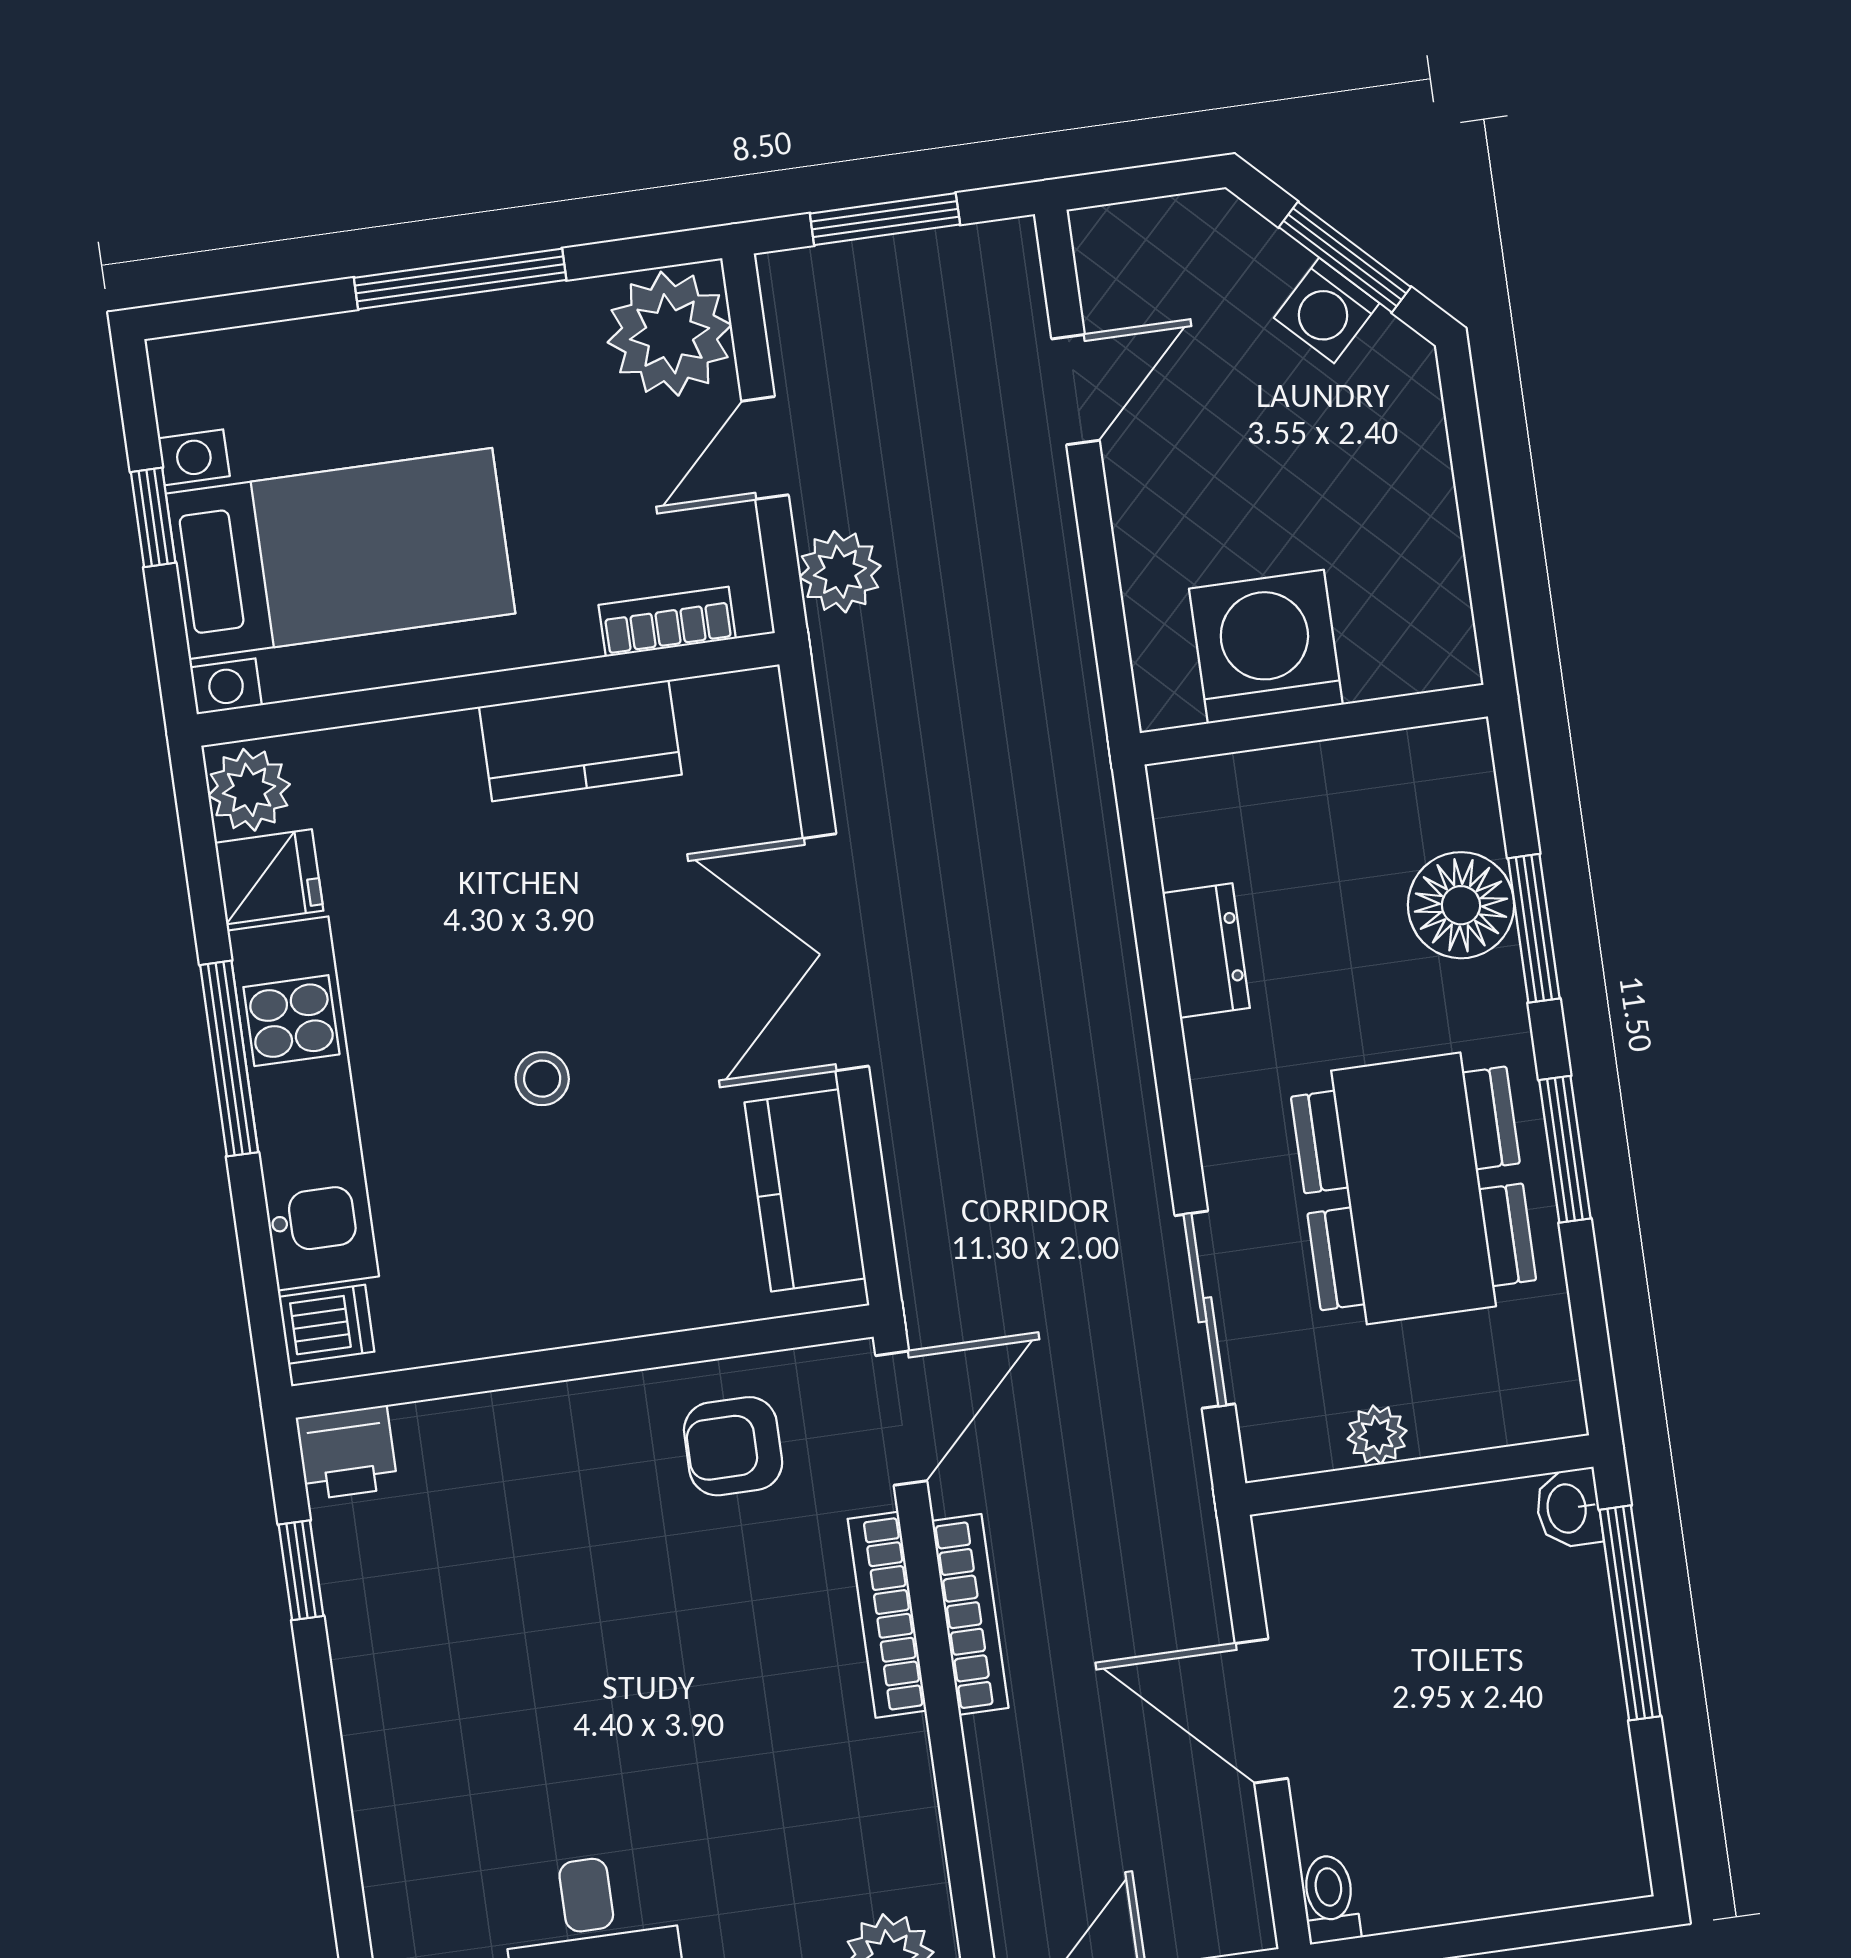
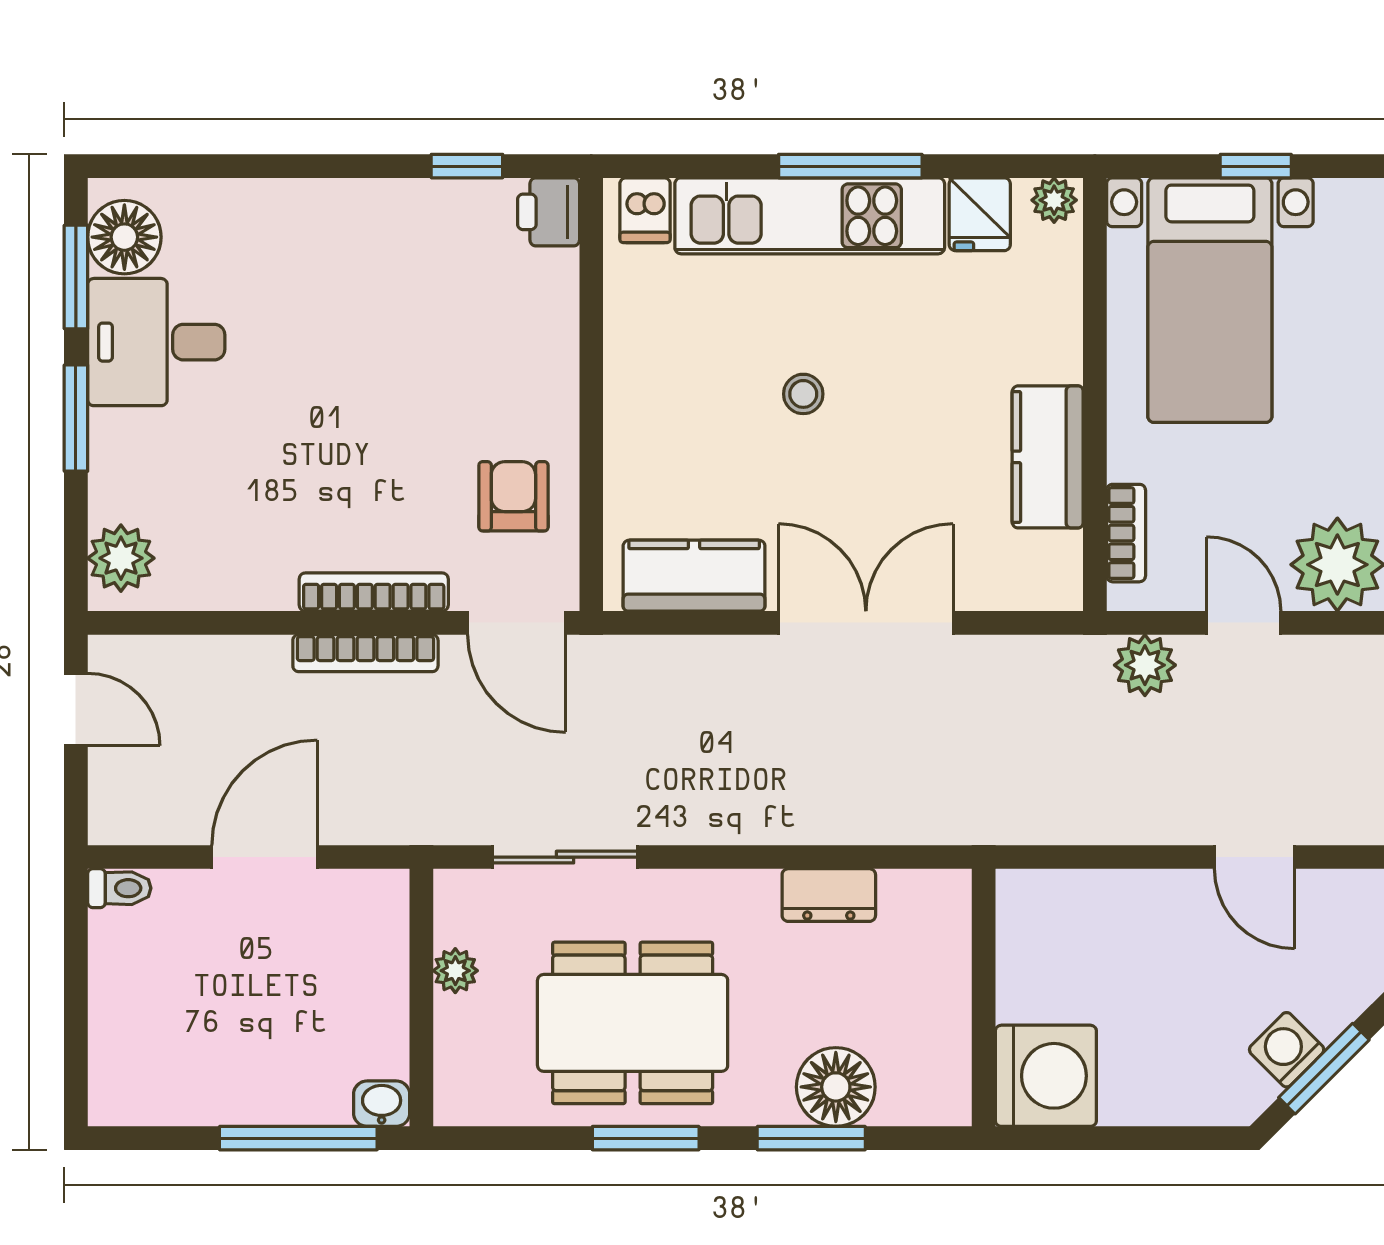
washing machine: (1266, 647) -> (1046, 1076), moved
plant: (249, 790) -> (1054, 200), width x0.73, depth x0.73

